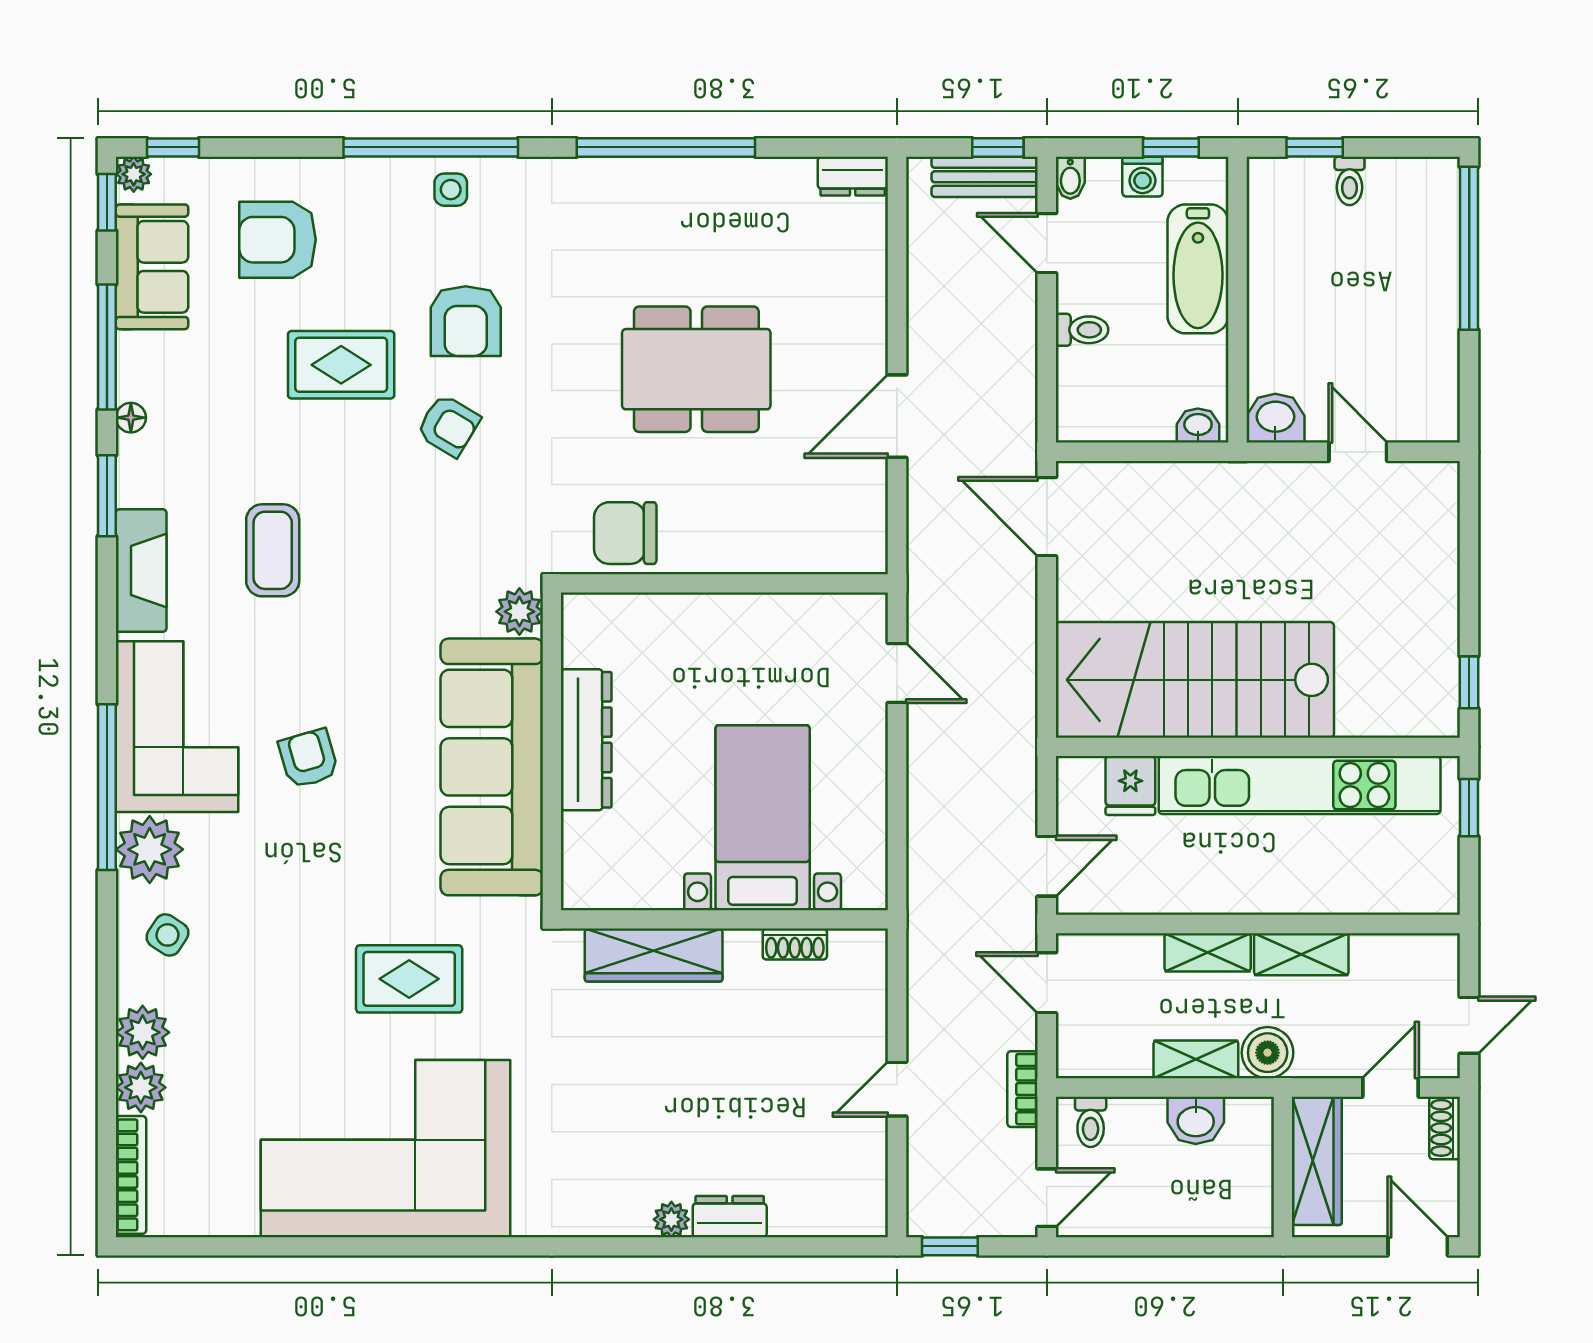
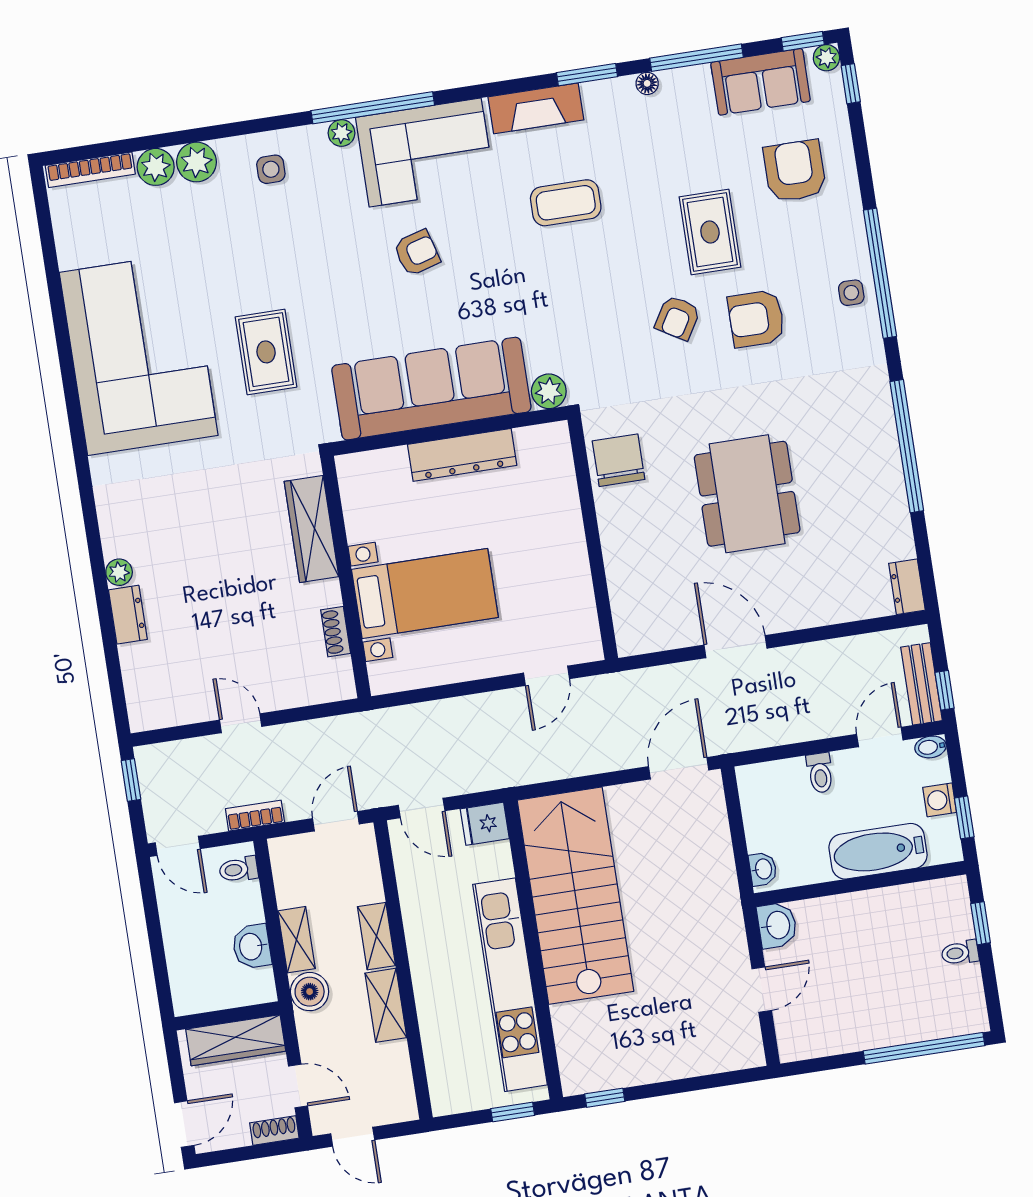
fridge: (1130, 785) -> (485, 824), moved
plant: (150, 849) -> (341, 133), width x0.53, depth x0.53
side table: (167, 935) -> (271, 169), turned -33

